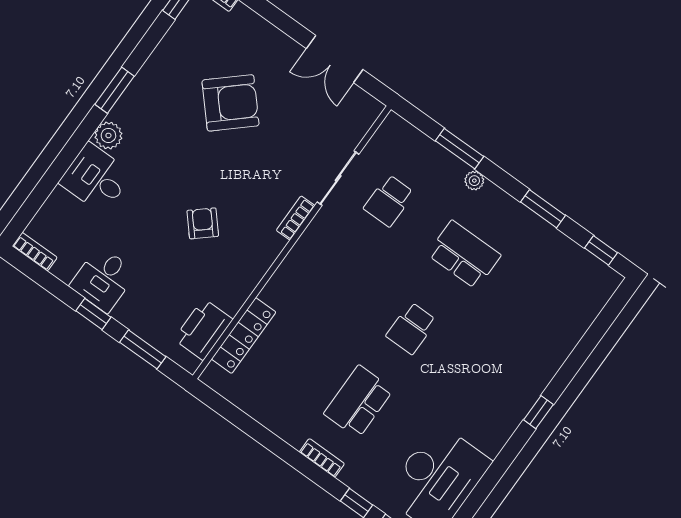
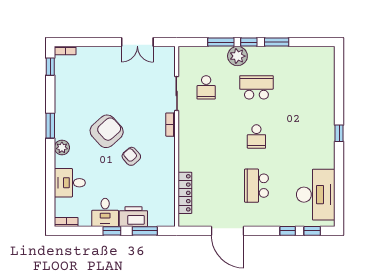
armchair: (231, 103) -> (107, 131), moved
desk: (96, 178) -> (70, 183), moved
plant: (474, 181) -> (237, 56), width x1.88, depth x1.88
window: (601, 250) -> (249, 42), moved
printer: (203, 329) -> (133, 217), moved, turned 90
door: (267, 438) -> (228, 231), added
bookcase: (322, 458) -> (258, 222), removed

